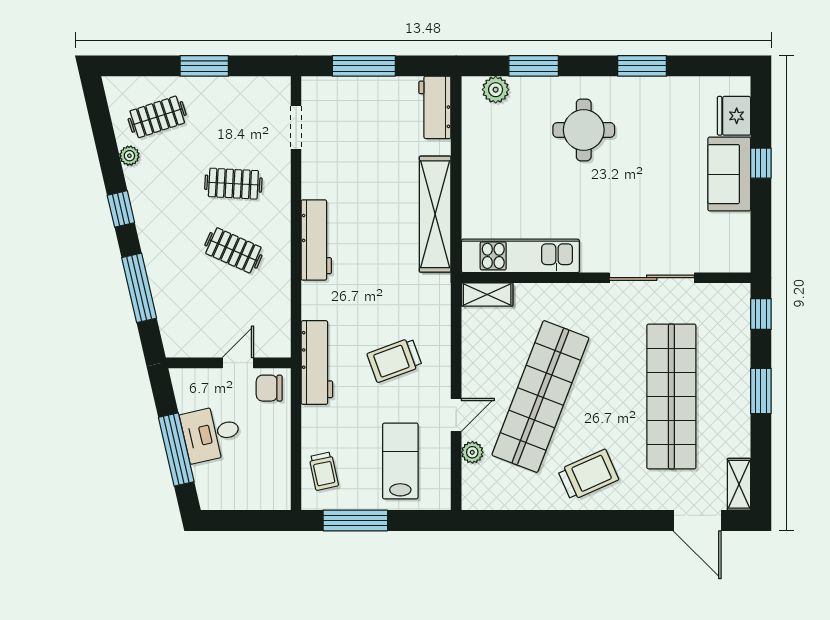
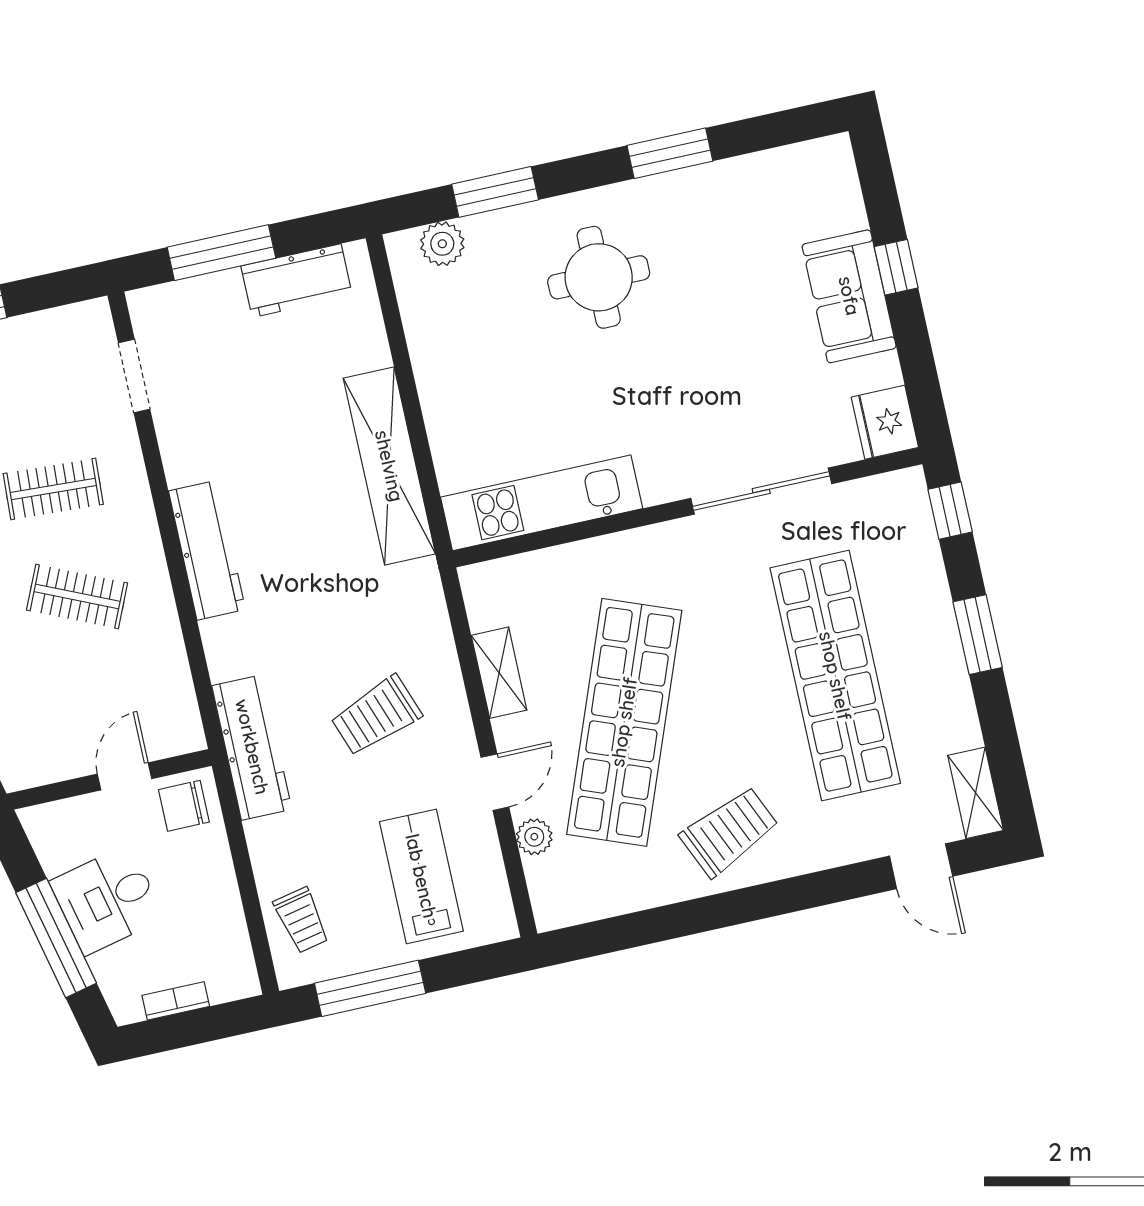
workbench: (435, 107) -> (297, 281), moved, turned -90
fridge: (734, 116) -> (885, 422), moved
shelving: (487, 294) -> (499, 673), moved, turned 90
bookcase: (239, 502) -> (176, 1001), added
door: (697, 520) -> (921, 866), width x0.73

